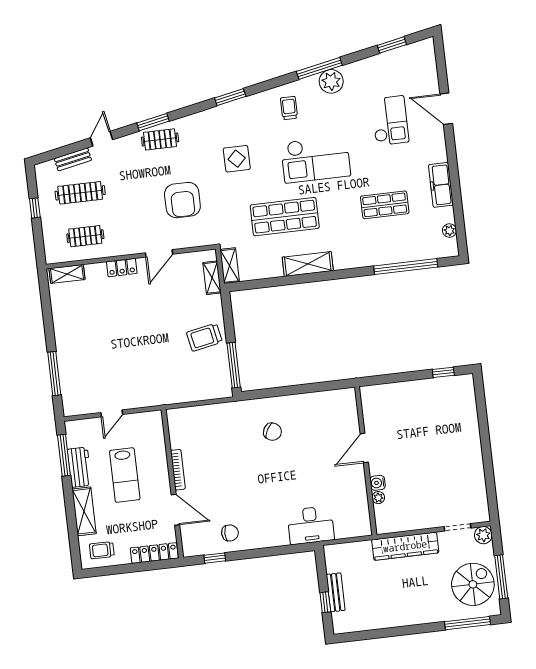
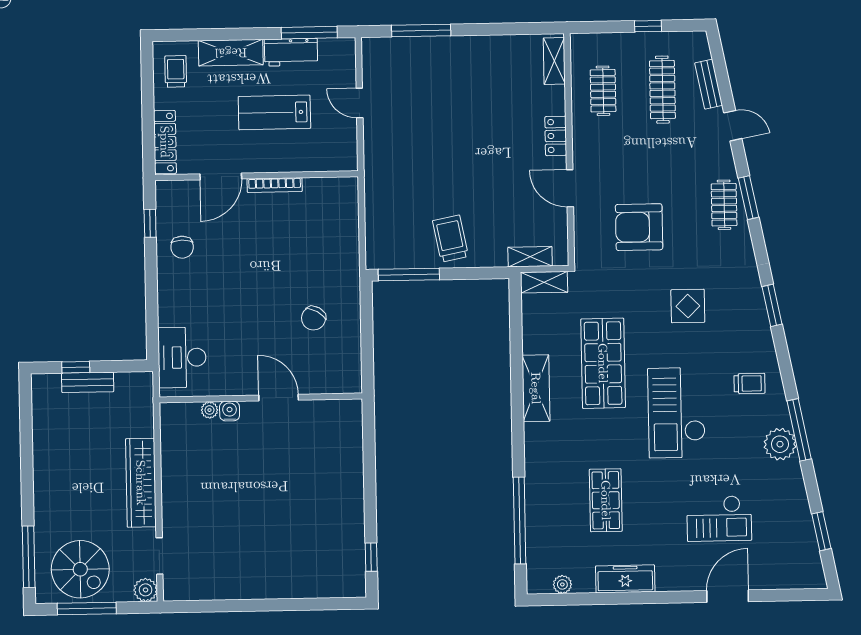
door: (364, 448) -> (279, 398), moved
wall: (366, 461) -> (261, 398), moved
water cooler: (378, 483) -> (230, 411), moved
plant: (378, 498) -> (209, 410), moved

